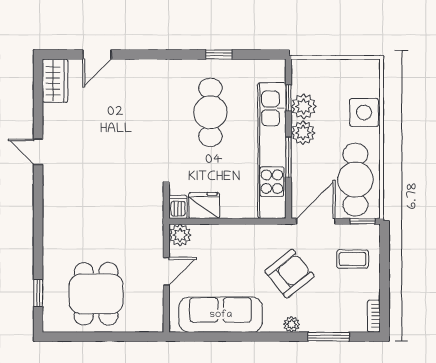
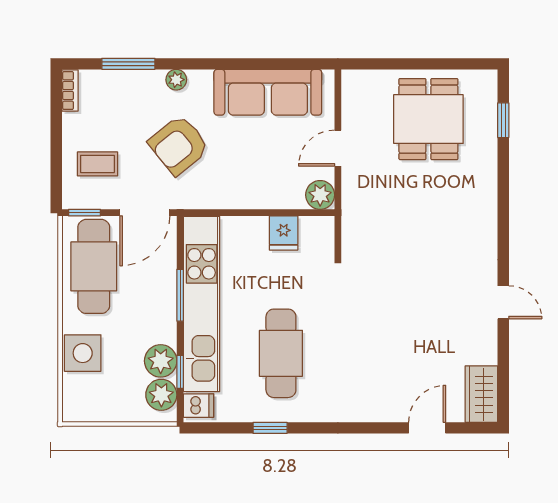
plant: (303, 133) -> (161, 395), moved
fridge: (204, 206) -> (284, 233), width x0.72
dishwasher: (178, 207) -> (199, 406), moved, turned -90

